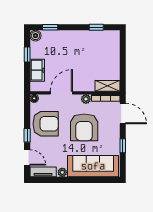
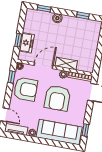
boiler: (35, 36) -> (57, 18), moved
window: (27, 55) -> (18, 40), moved
shelving: (107, 86) -> (66, 64), moved
window: (27, 135) -> (12, 77), moved
window: (123, 146) -> (85, 130), moved

